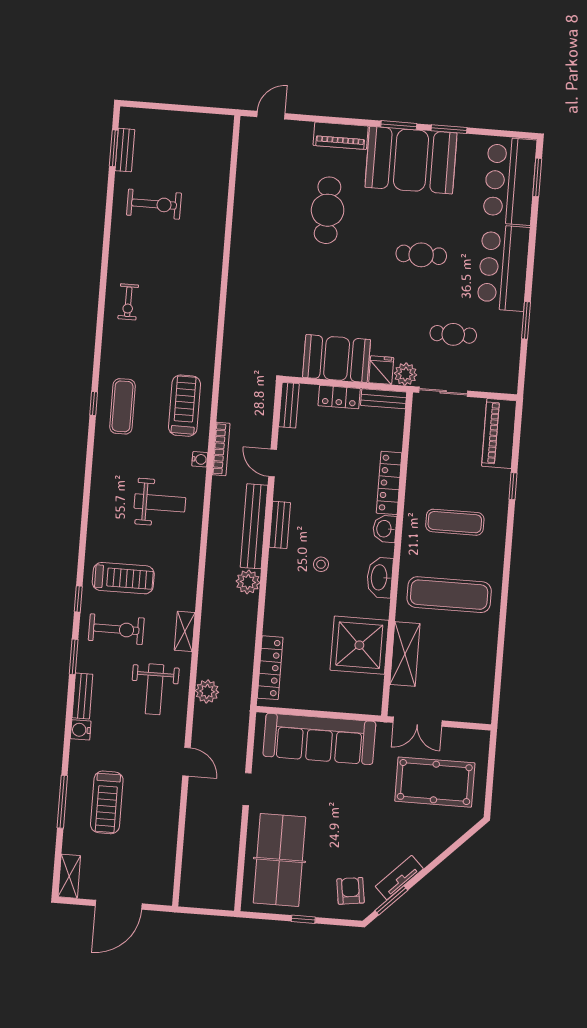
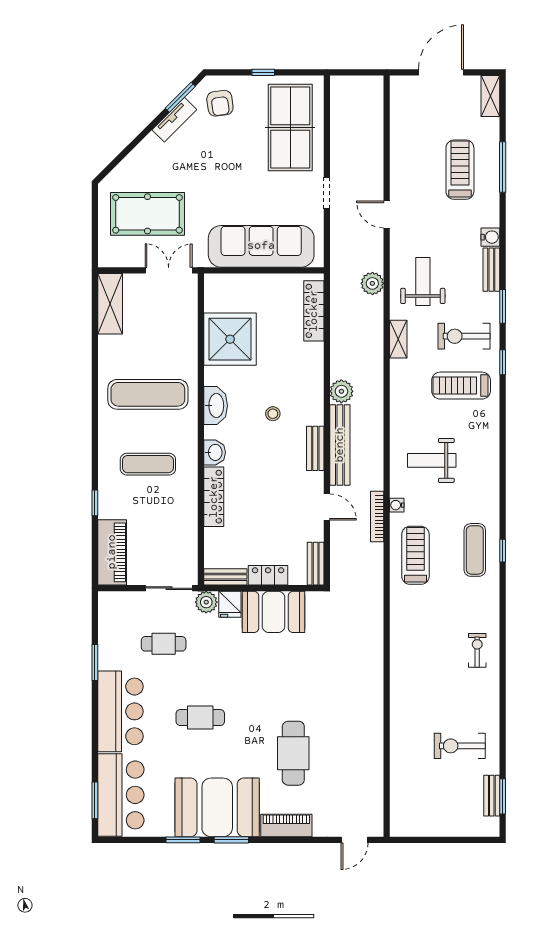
treadmill: (185, 406) -> (415, 555), turned 180
shelving: (405, 654) -> (110, 304), moved

